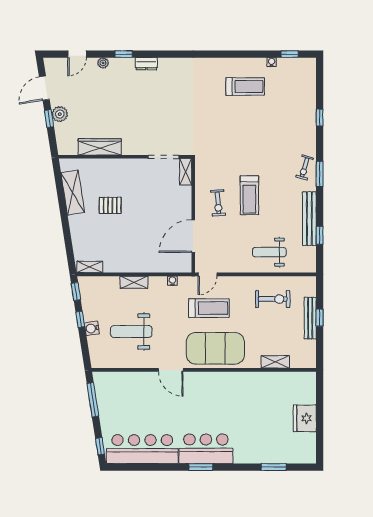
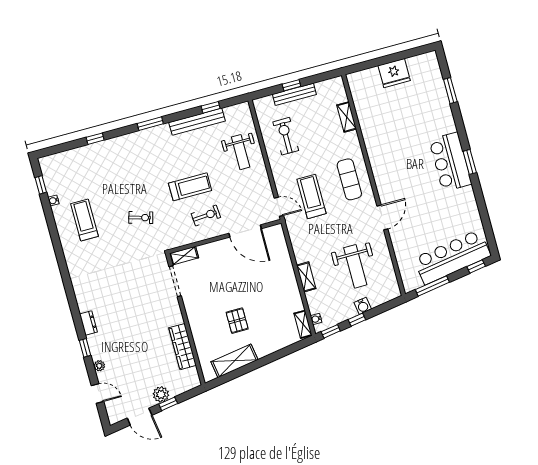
exercise bike: (305, 168) -> (141, 218), moved
water cooler: (172, 281) -> (316, 319), moved
exercise mat: (215, 348) -> (349, 179), width x0.50, depth x0.69
bar counter: (142, 449) -> (452, 257), moved, turned 81

